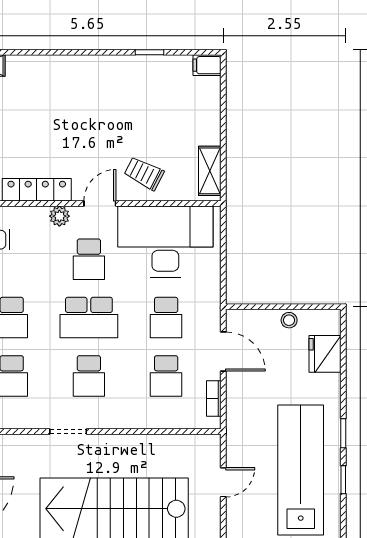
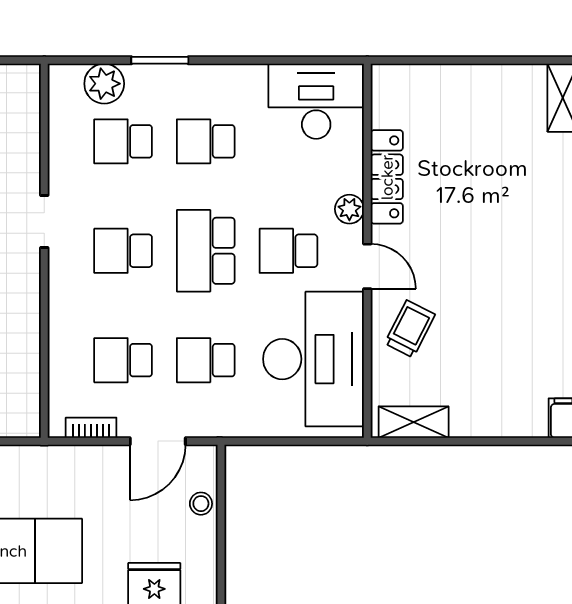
stool: (289, 320) -> (201, 504), moved

